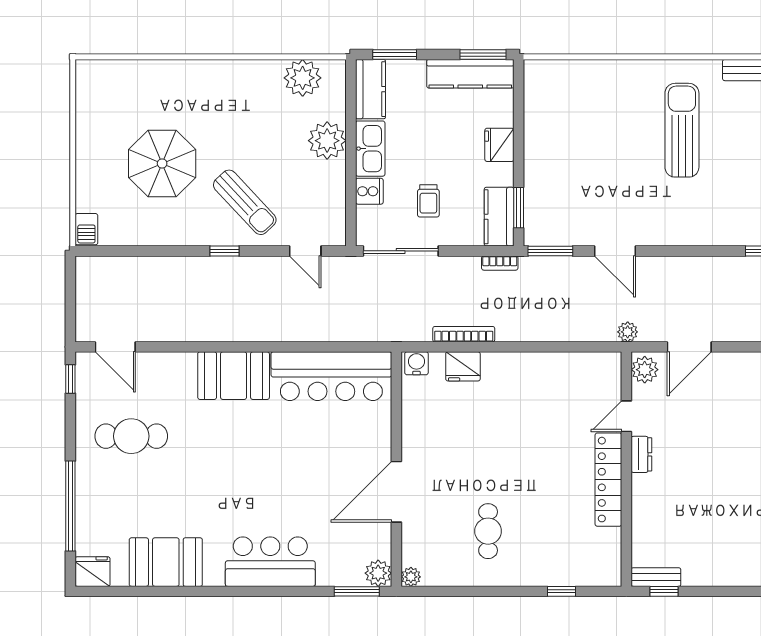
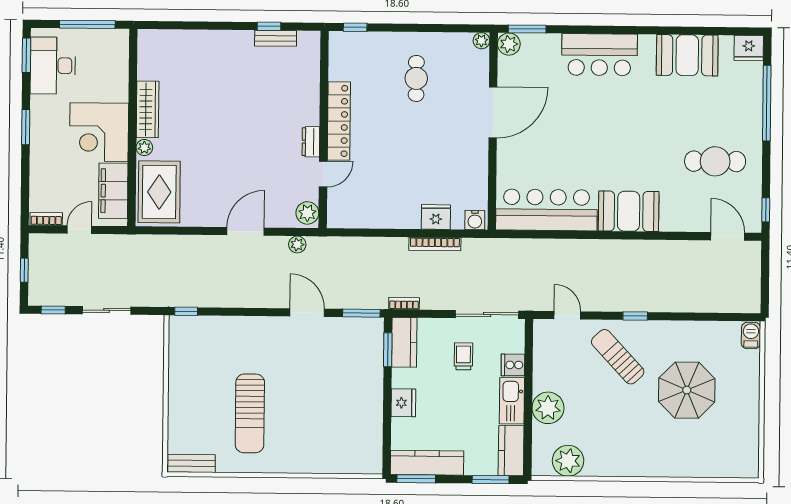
plant: (645, 370) -> (307, 213), moved
door: (626, 416) -> (323, 174), moved
dresser: (641, 454) -> (311, 142), moved
wall: (626, 469) -> (324, 130), moved
locker: (608, 480) -> (339, 121), moved

